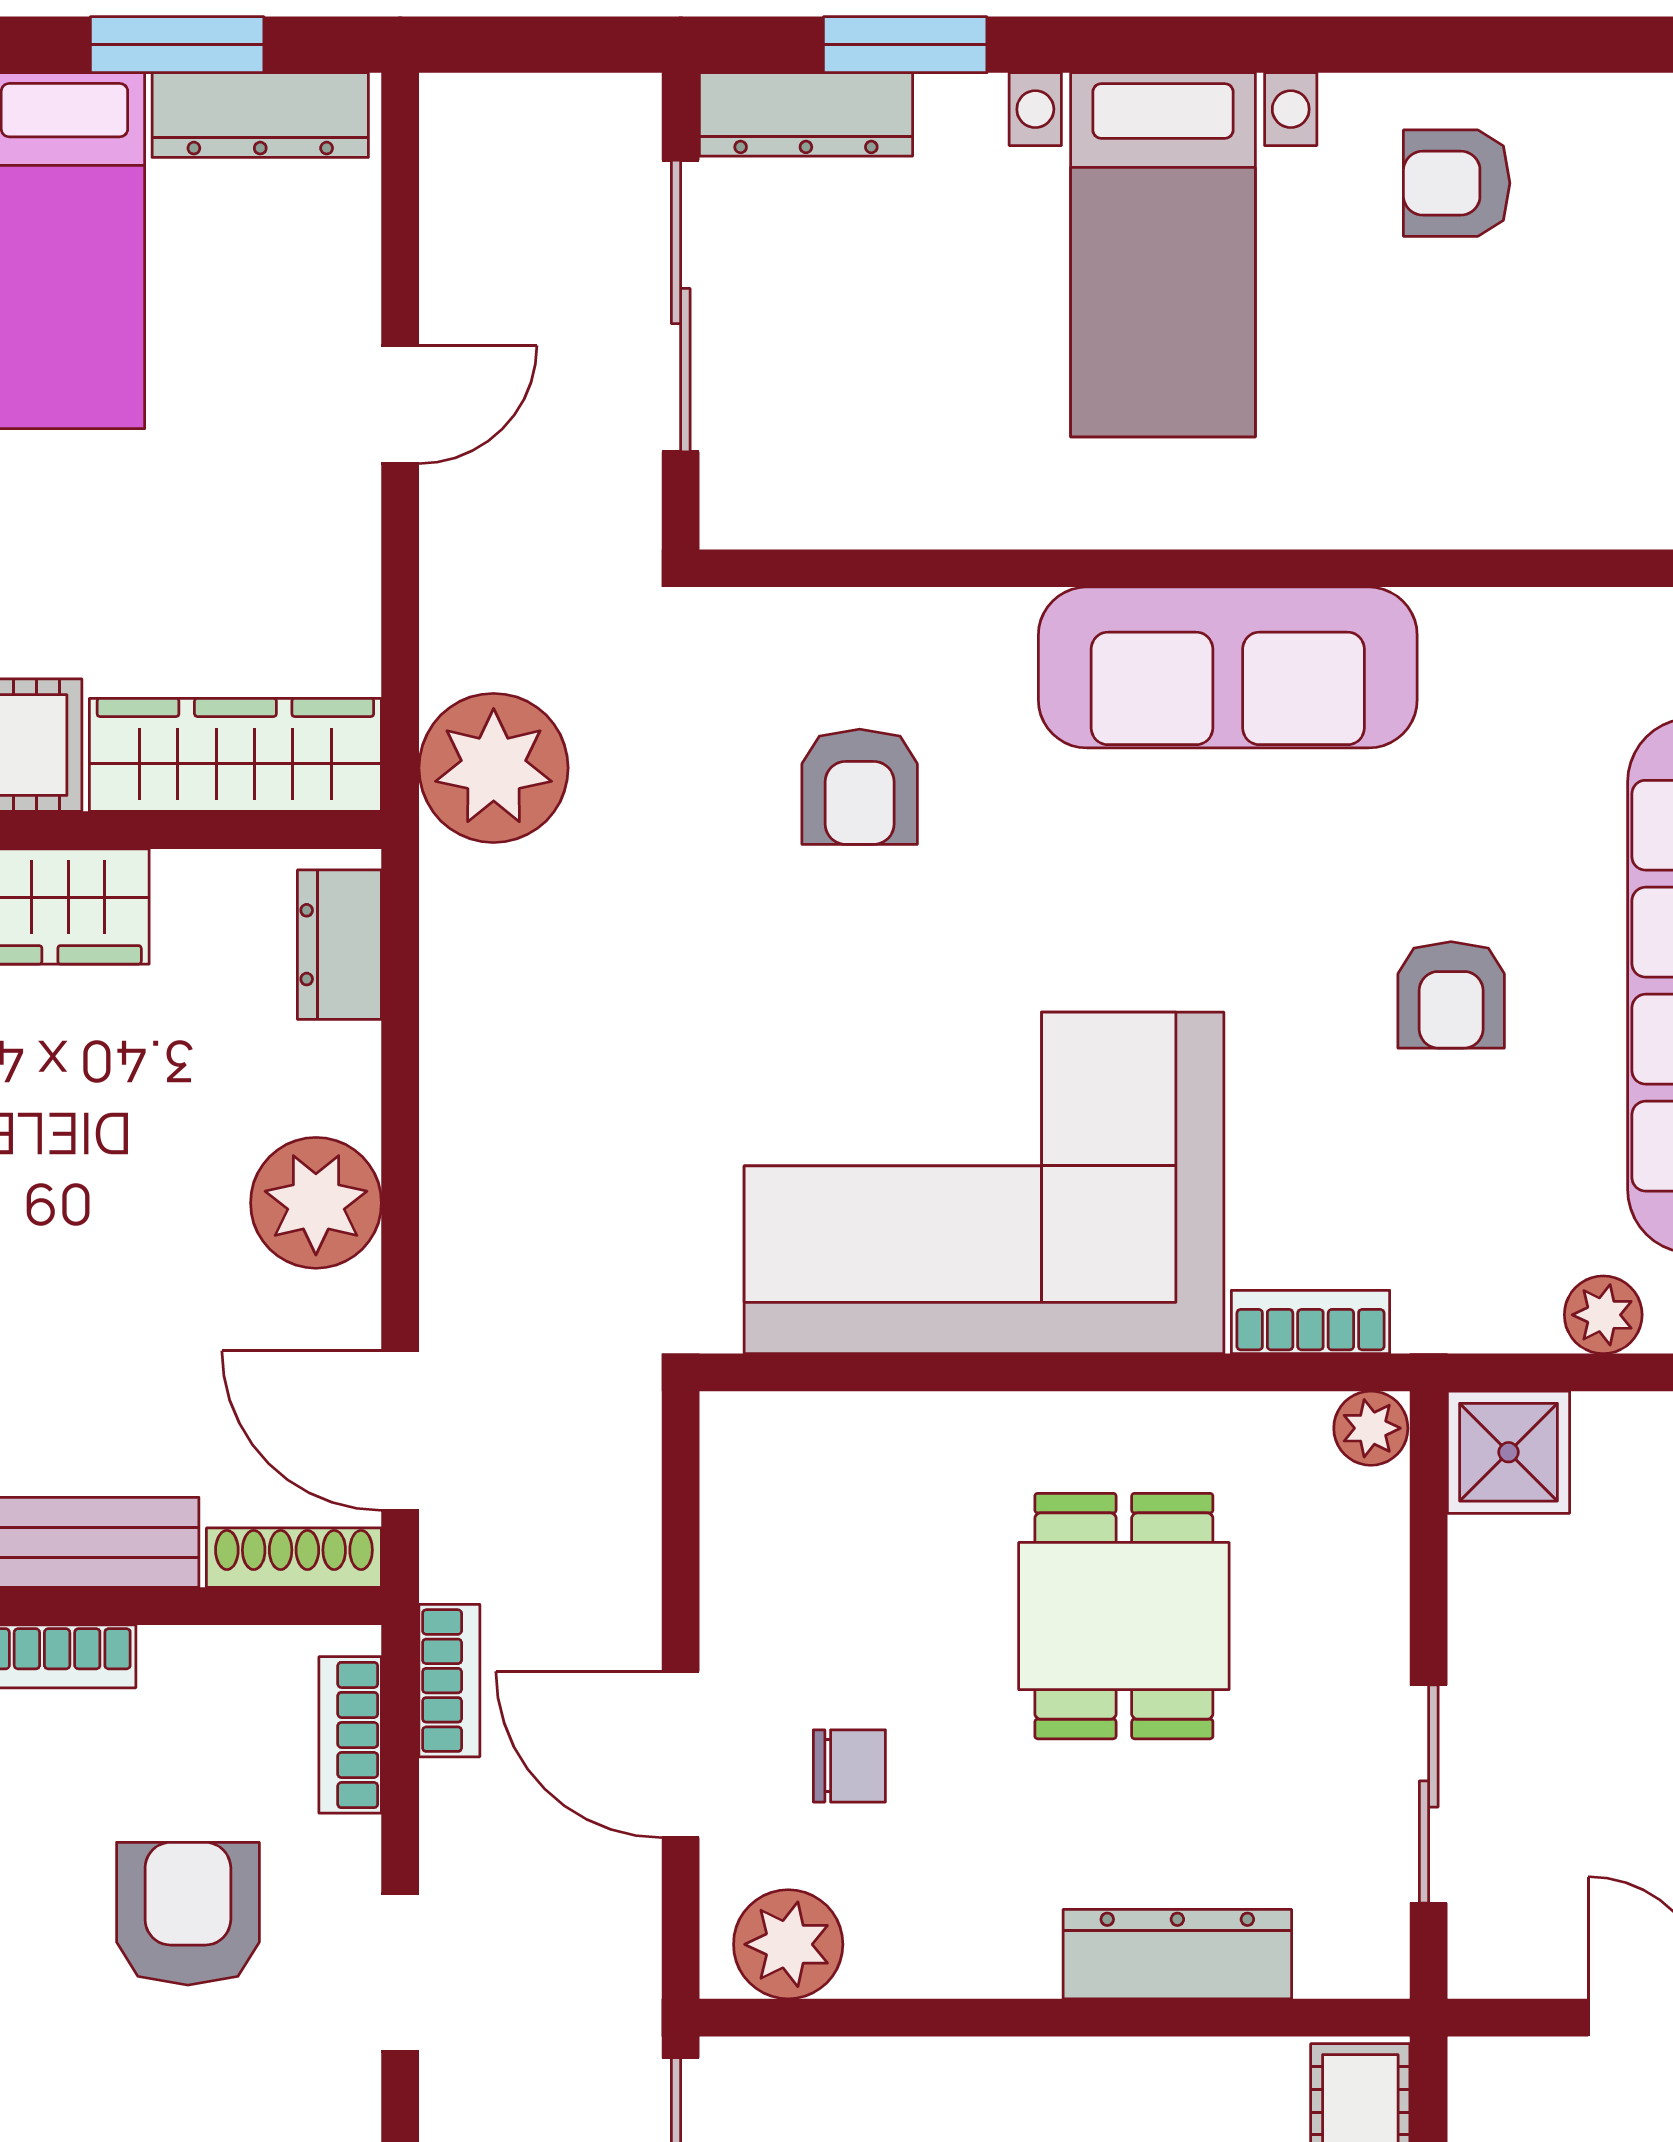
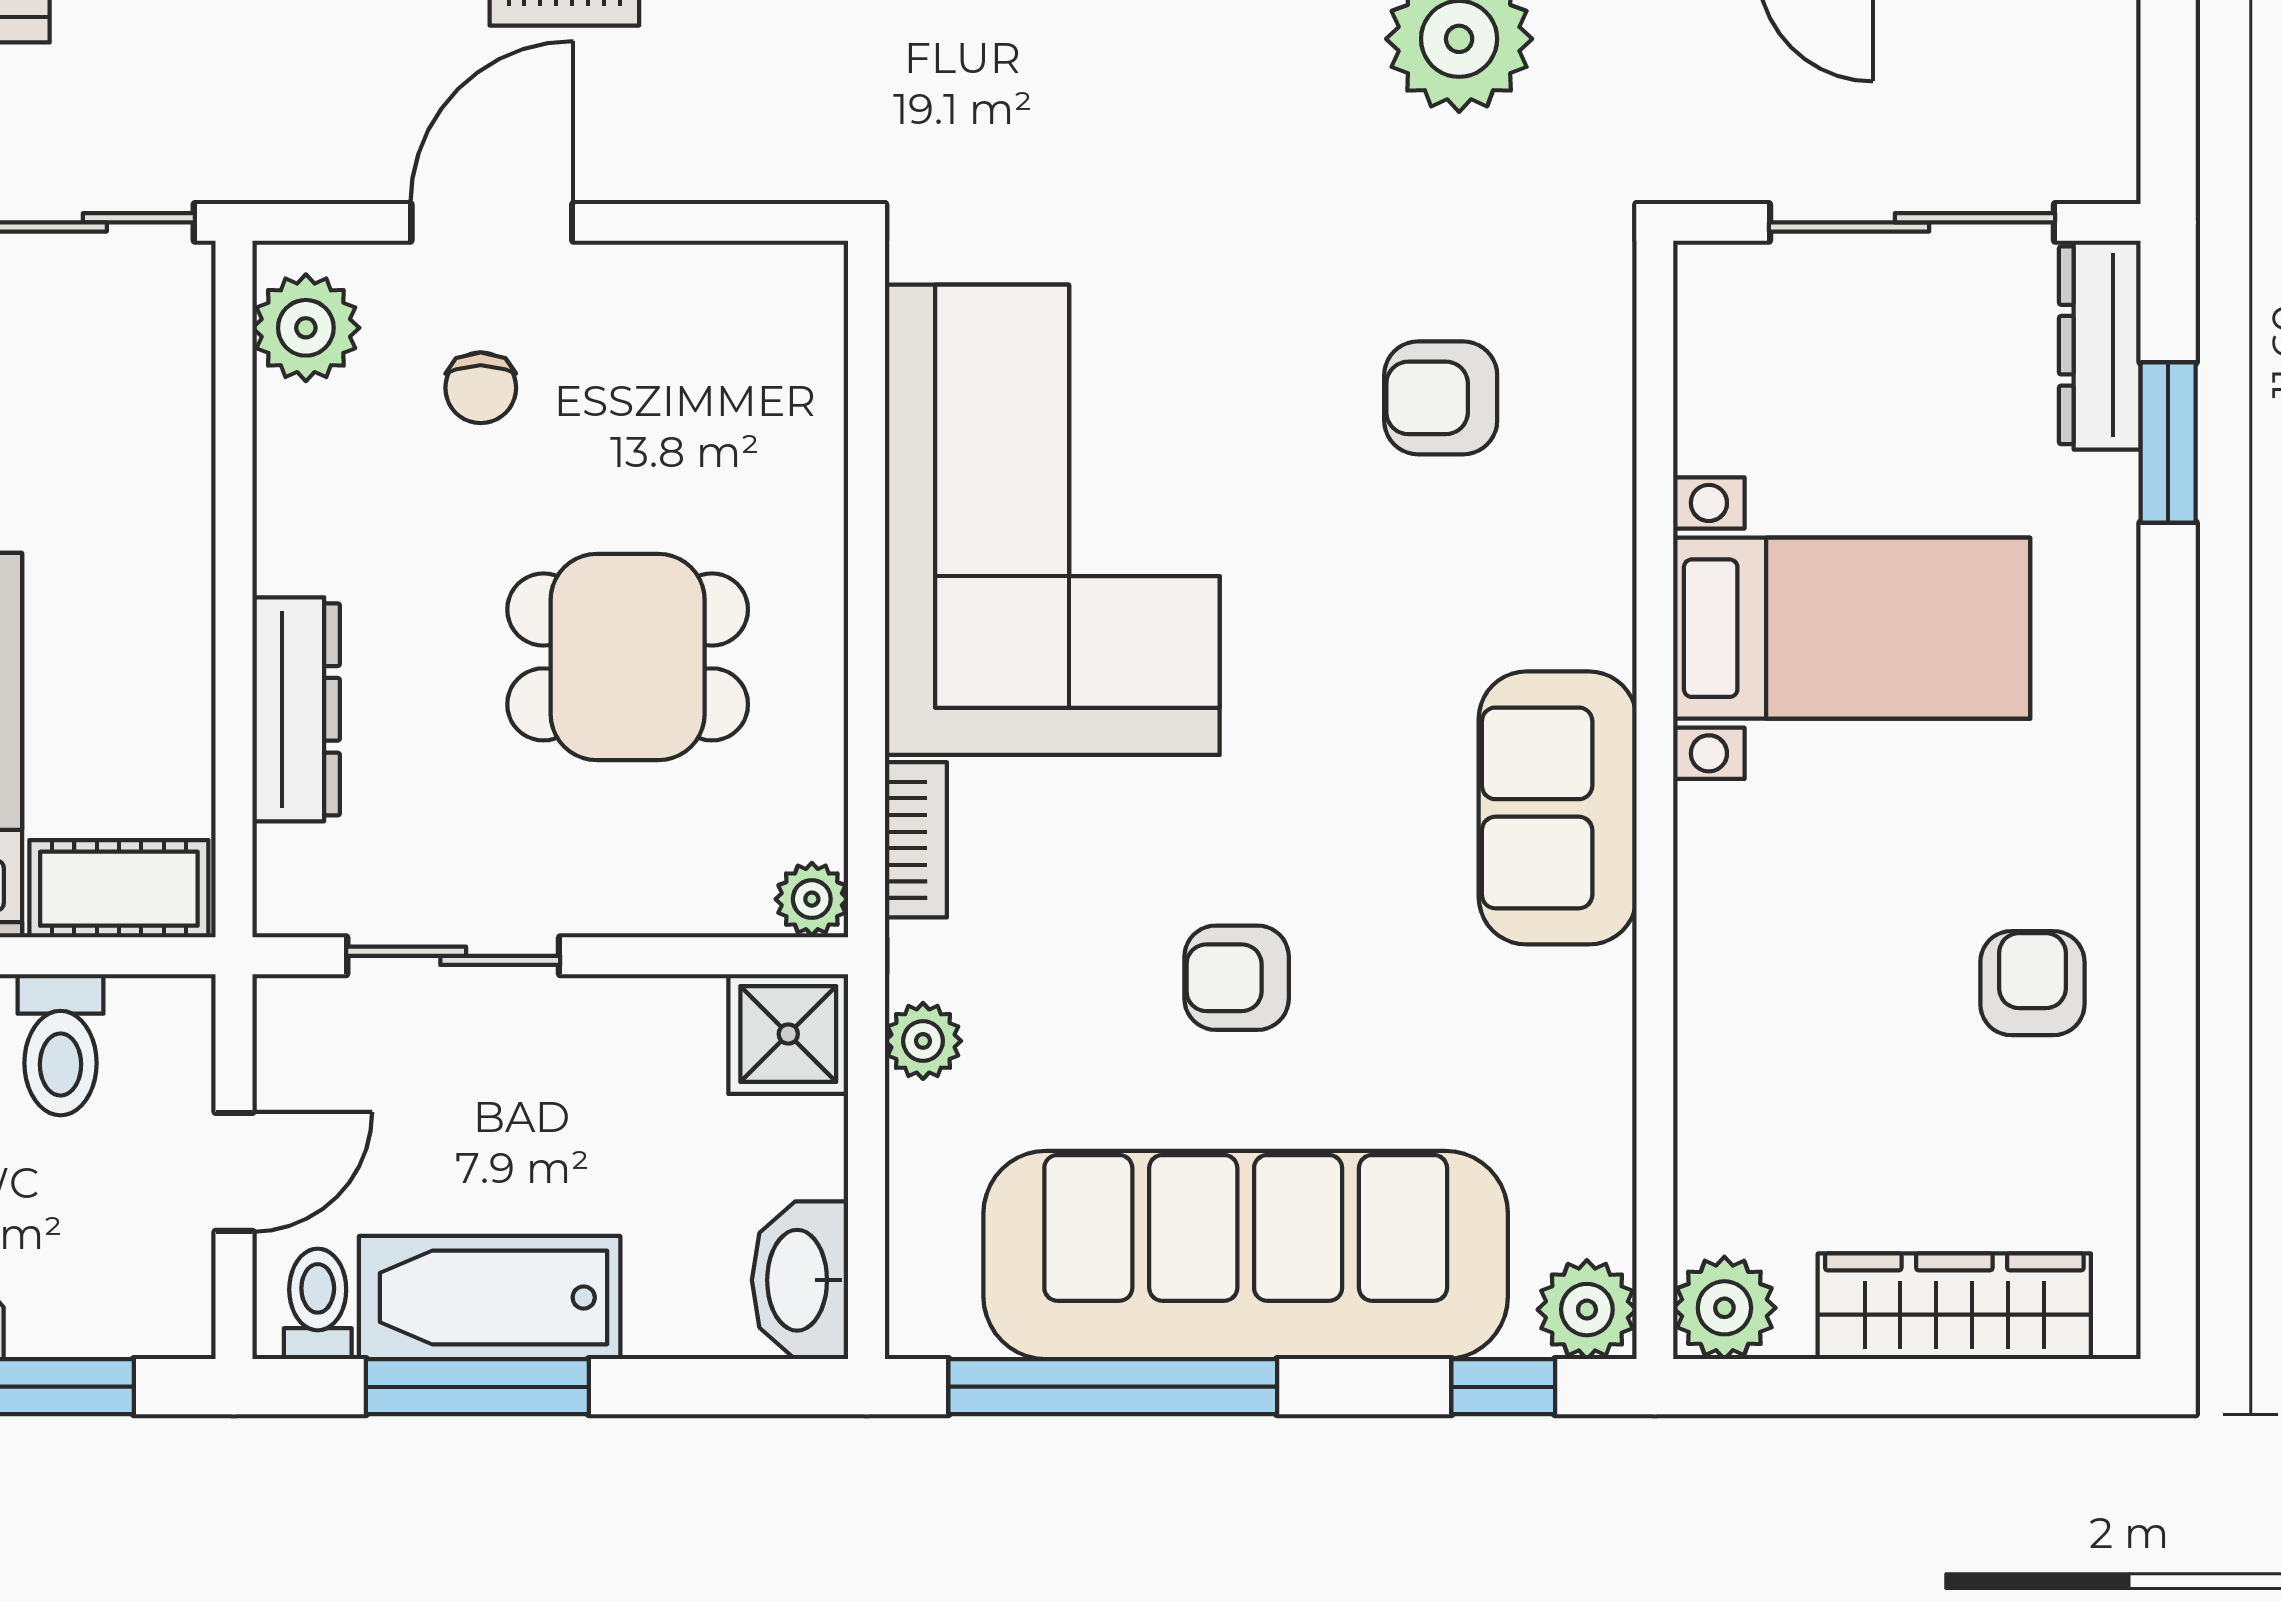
bed with nightstands: (1163, 255) -> (1852, 628), moved, turned 180
sofa: (1228, 667) -> (1558, 808), width x0.73
plant: (1603, 1315) -> (923, 1041), moved

